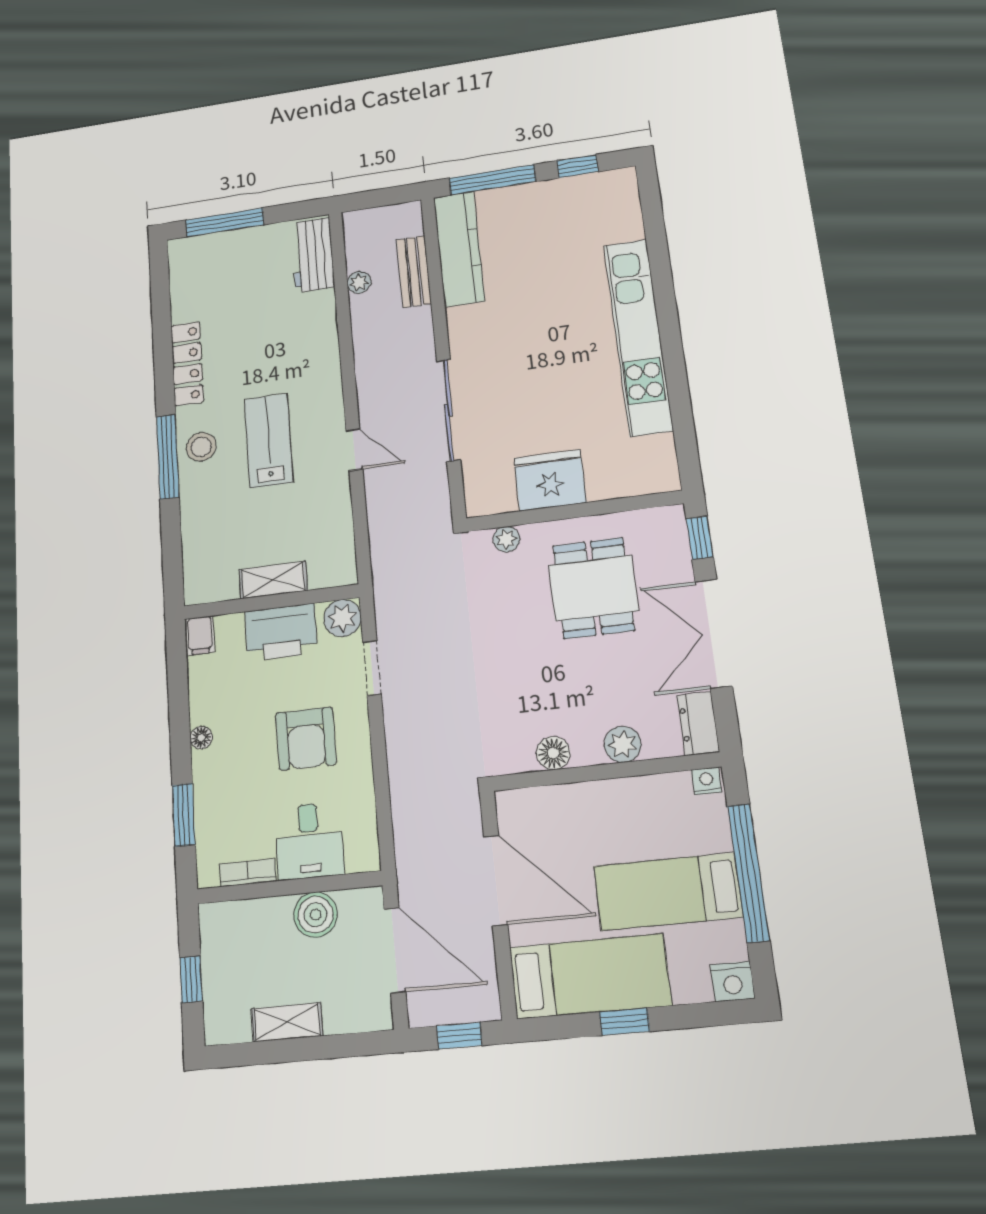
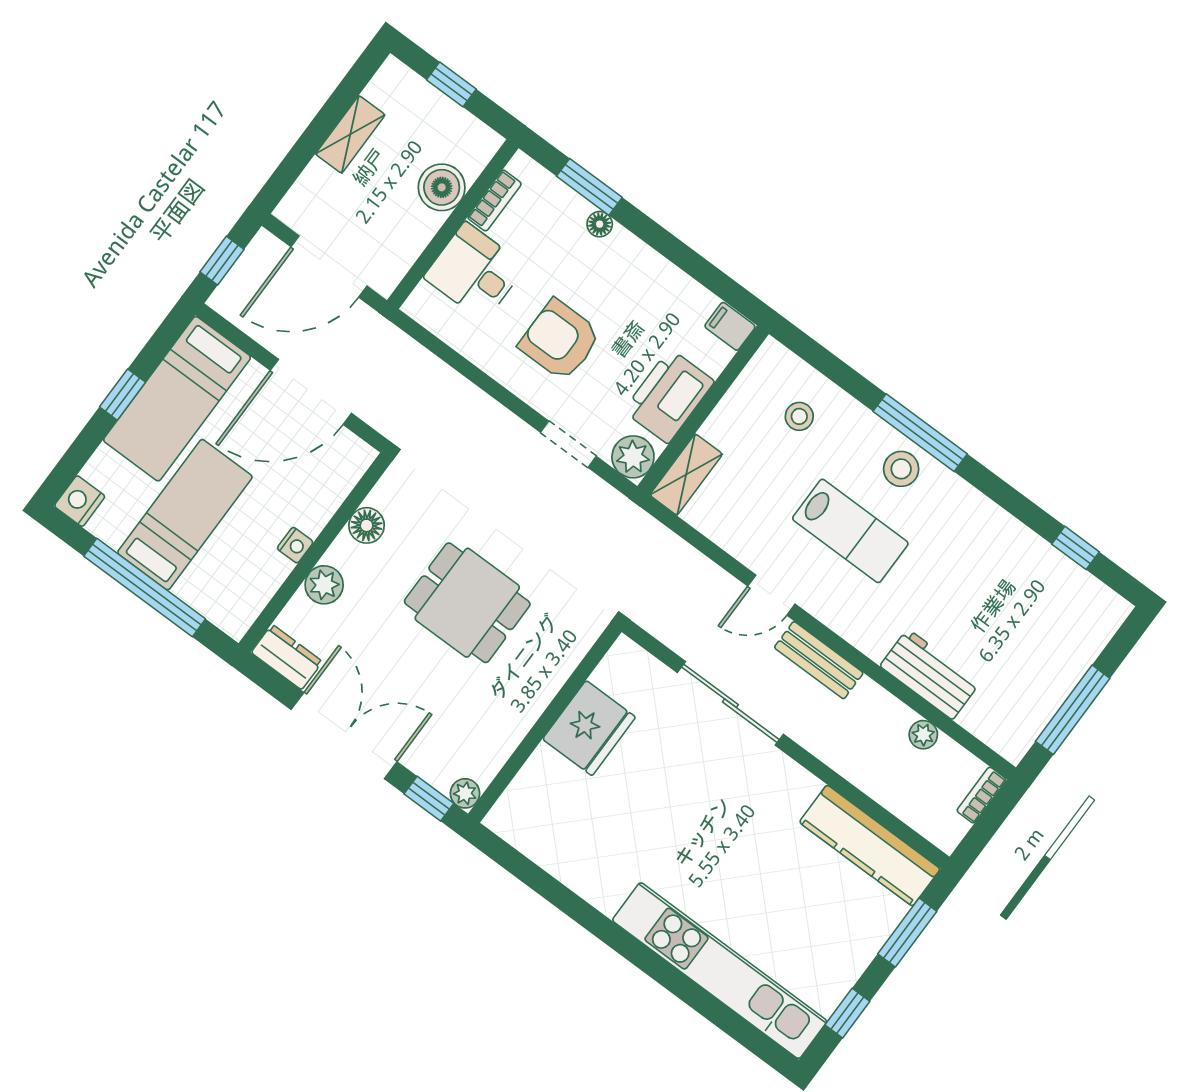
window: (492, 180) -> (907, 933), width x0.69
bookcase: (365, 217) -> (982, 795), added
window: (225, 222) -> (1073, 710), moved
workbench: (313, 255) -> (930, 674), moved
bench: (414, 272) -> (819, 660), moved
window: (161, 304) -> (1075, 548), added
kitchen unit: (638, 337) -> (720, 971), moved
locker: (187, 364) -> (993, 523), removed
stool: (222, 538) -> (799, 416), added
plant: (506, 539) -> (465, 793), moved
shelving: (273, 580) -> (686, 475), moved
dining table: (593, 588) -> (467, 603), moved
floor lamp: (201, 738) -> (600, 224), moved
nightstand: (706, 781) -> (295, 545), moved
boiler: (315, 915) -> (442, 187), moved

